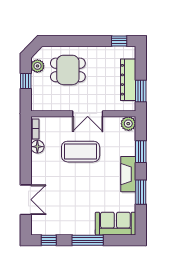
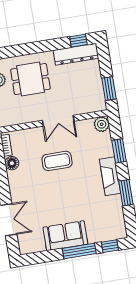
dresser: (128, 80) -> (76, 54), moved, turned -90
coffee table: (81, 152) -> (57, 161), width x0.73, depth x0.76
sofa: (115, 224) -> (65, 236), moved
window: (49, 240) -> (110, 246), moved

